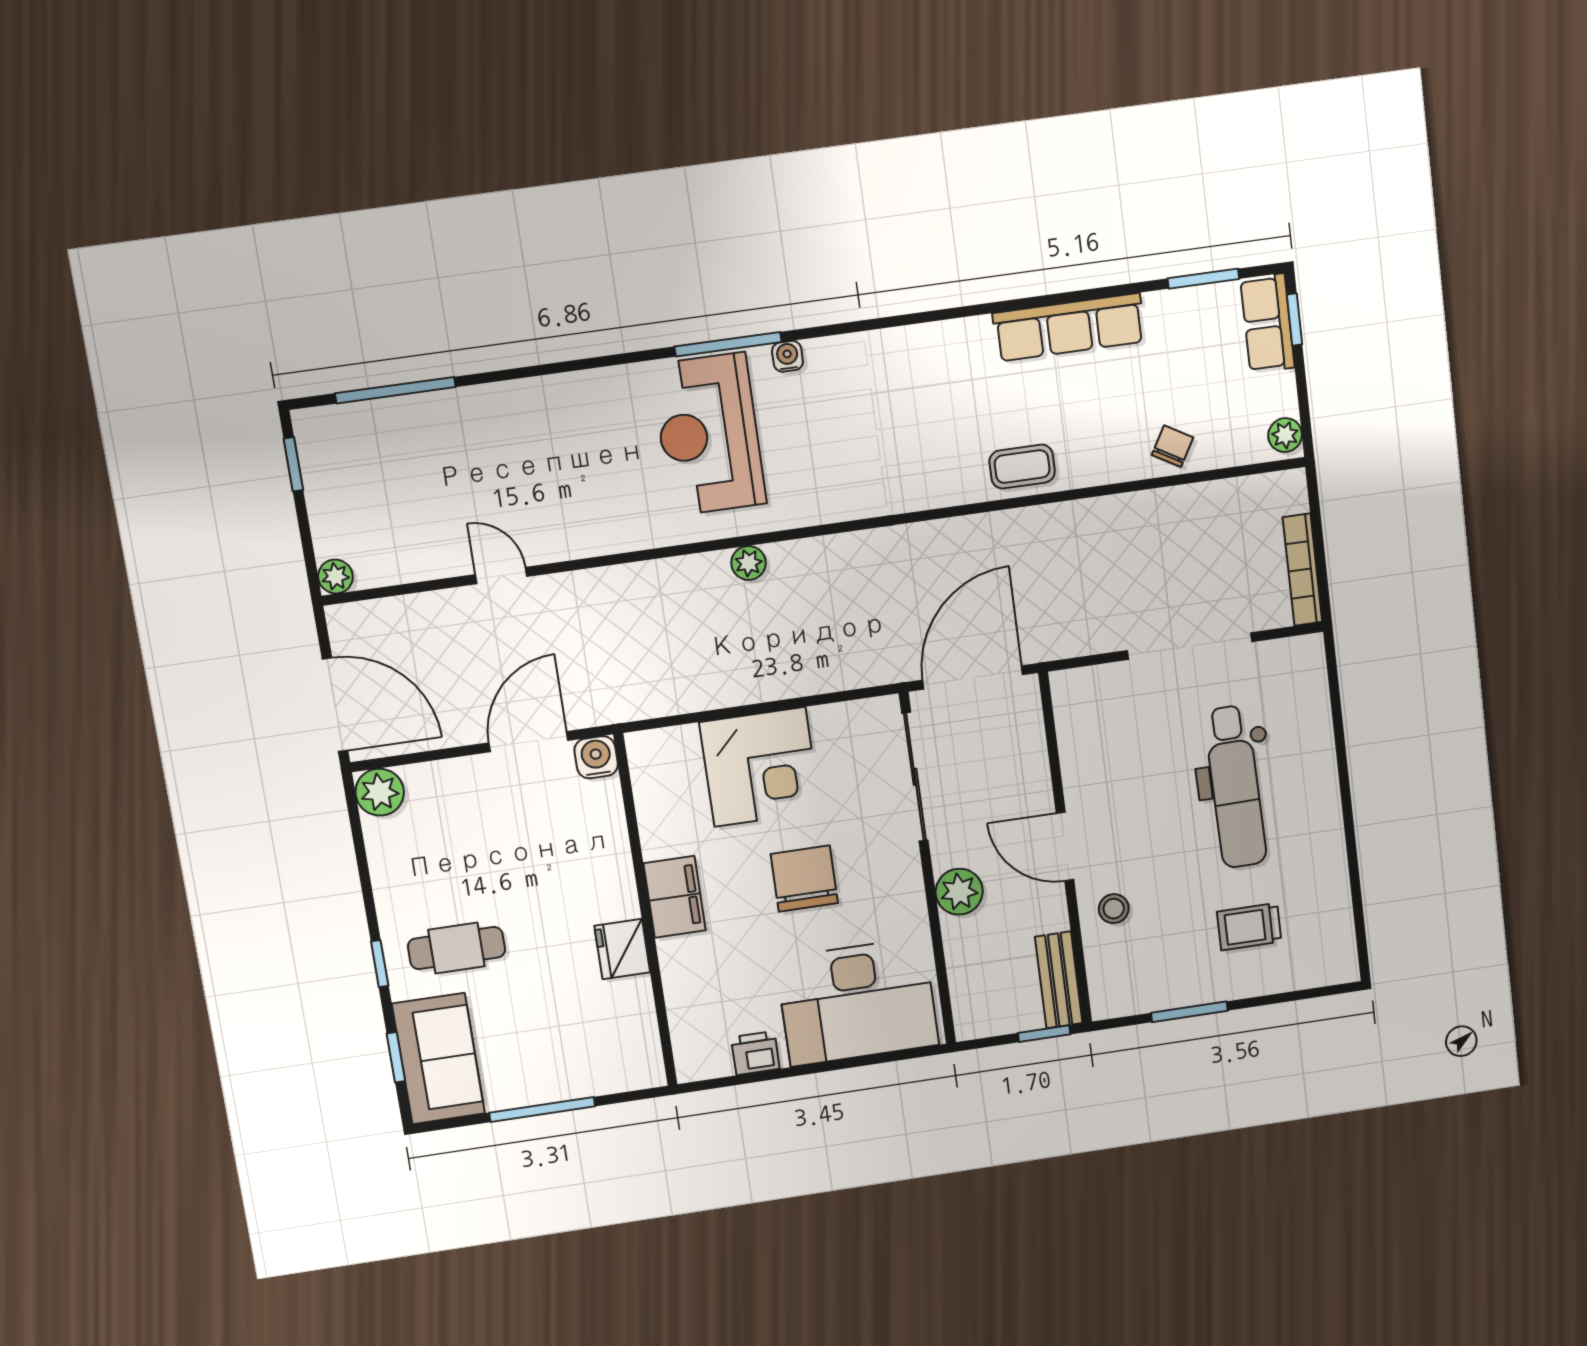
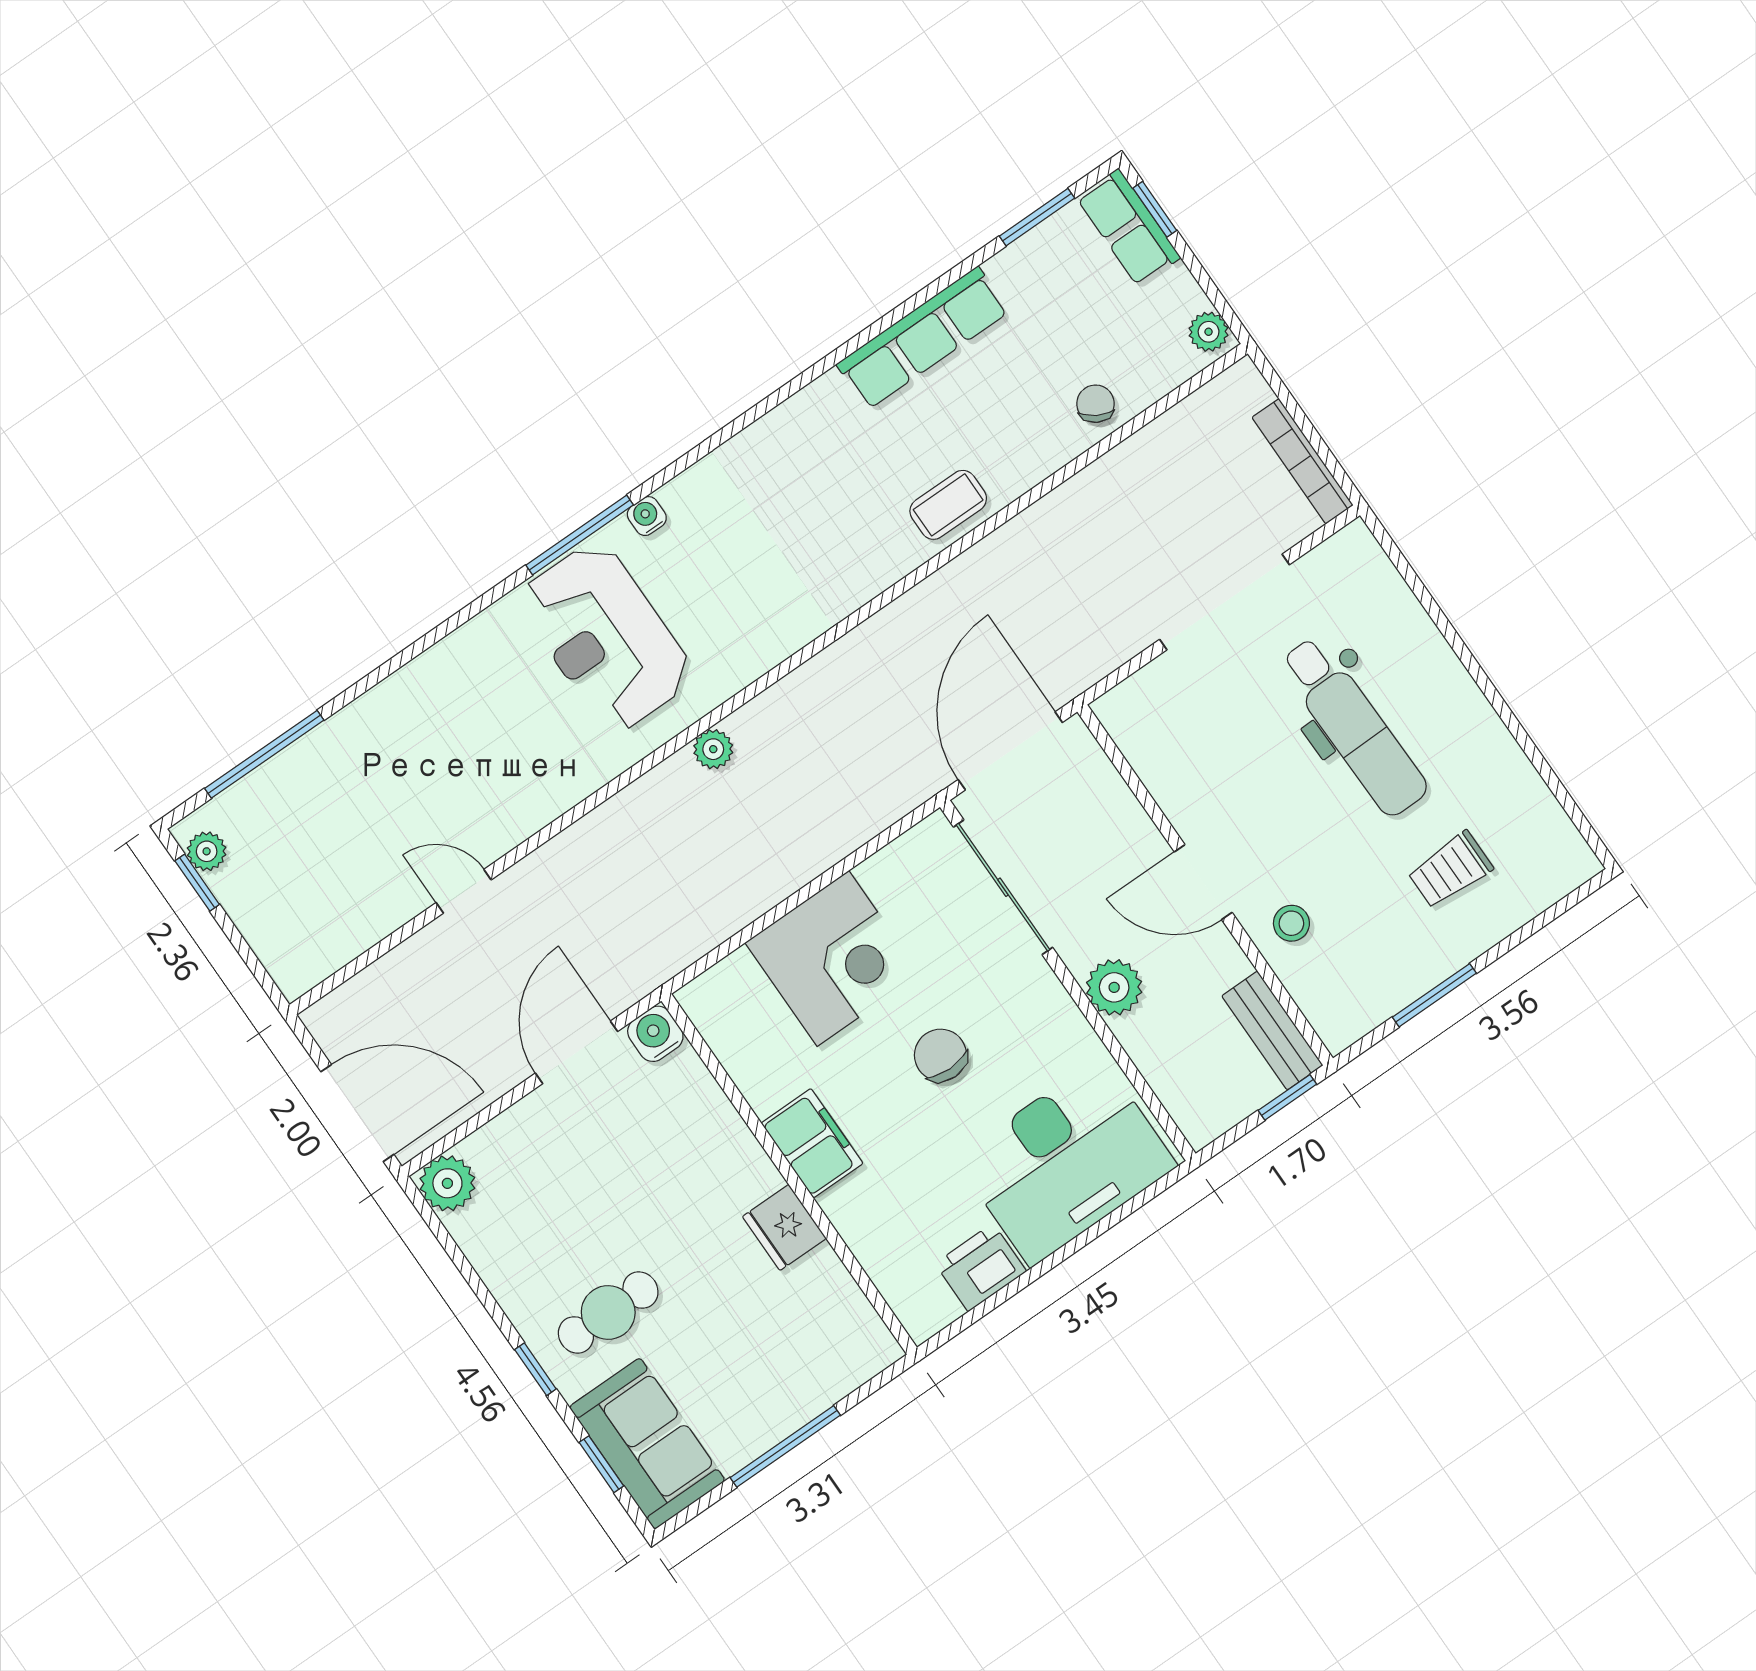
plant: (335, 577) -> (207, 851), moved
chair: (804, 879) -> (941, 1055), width x0.73, depth x0.73
printer: (755, 1053) -> (981, 1267), width x1.36, depth x1.24

